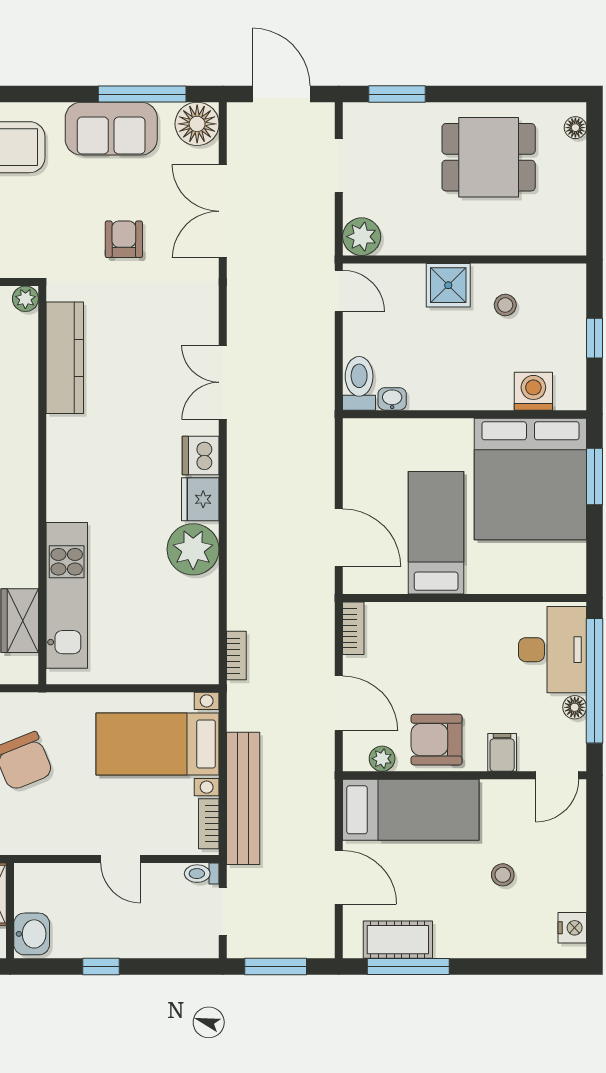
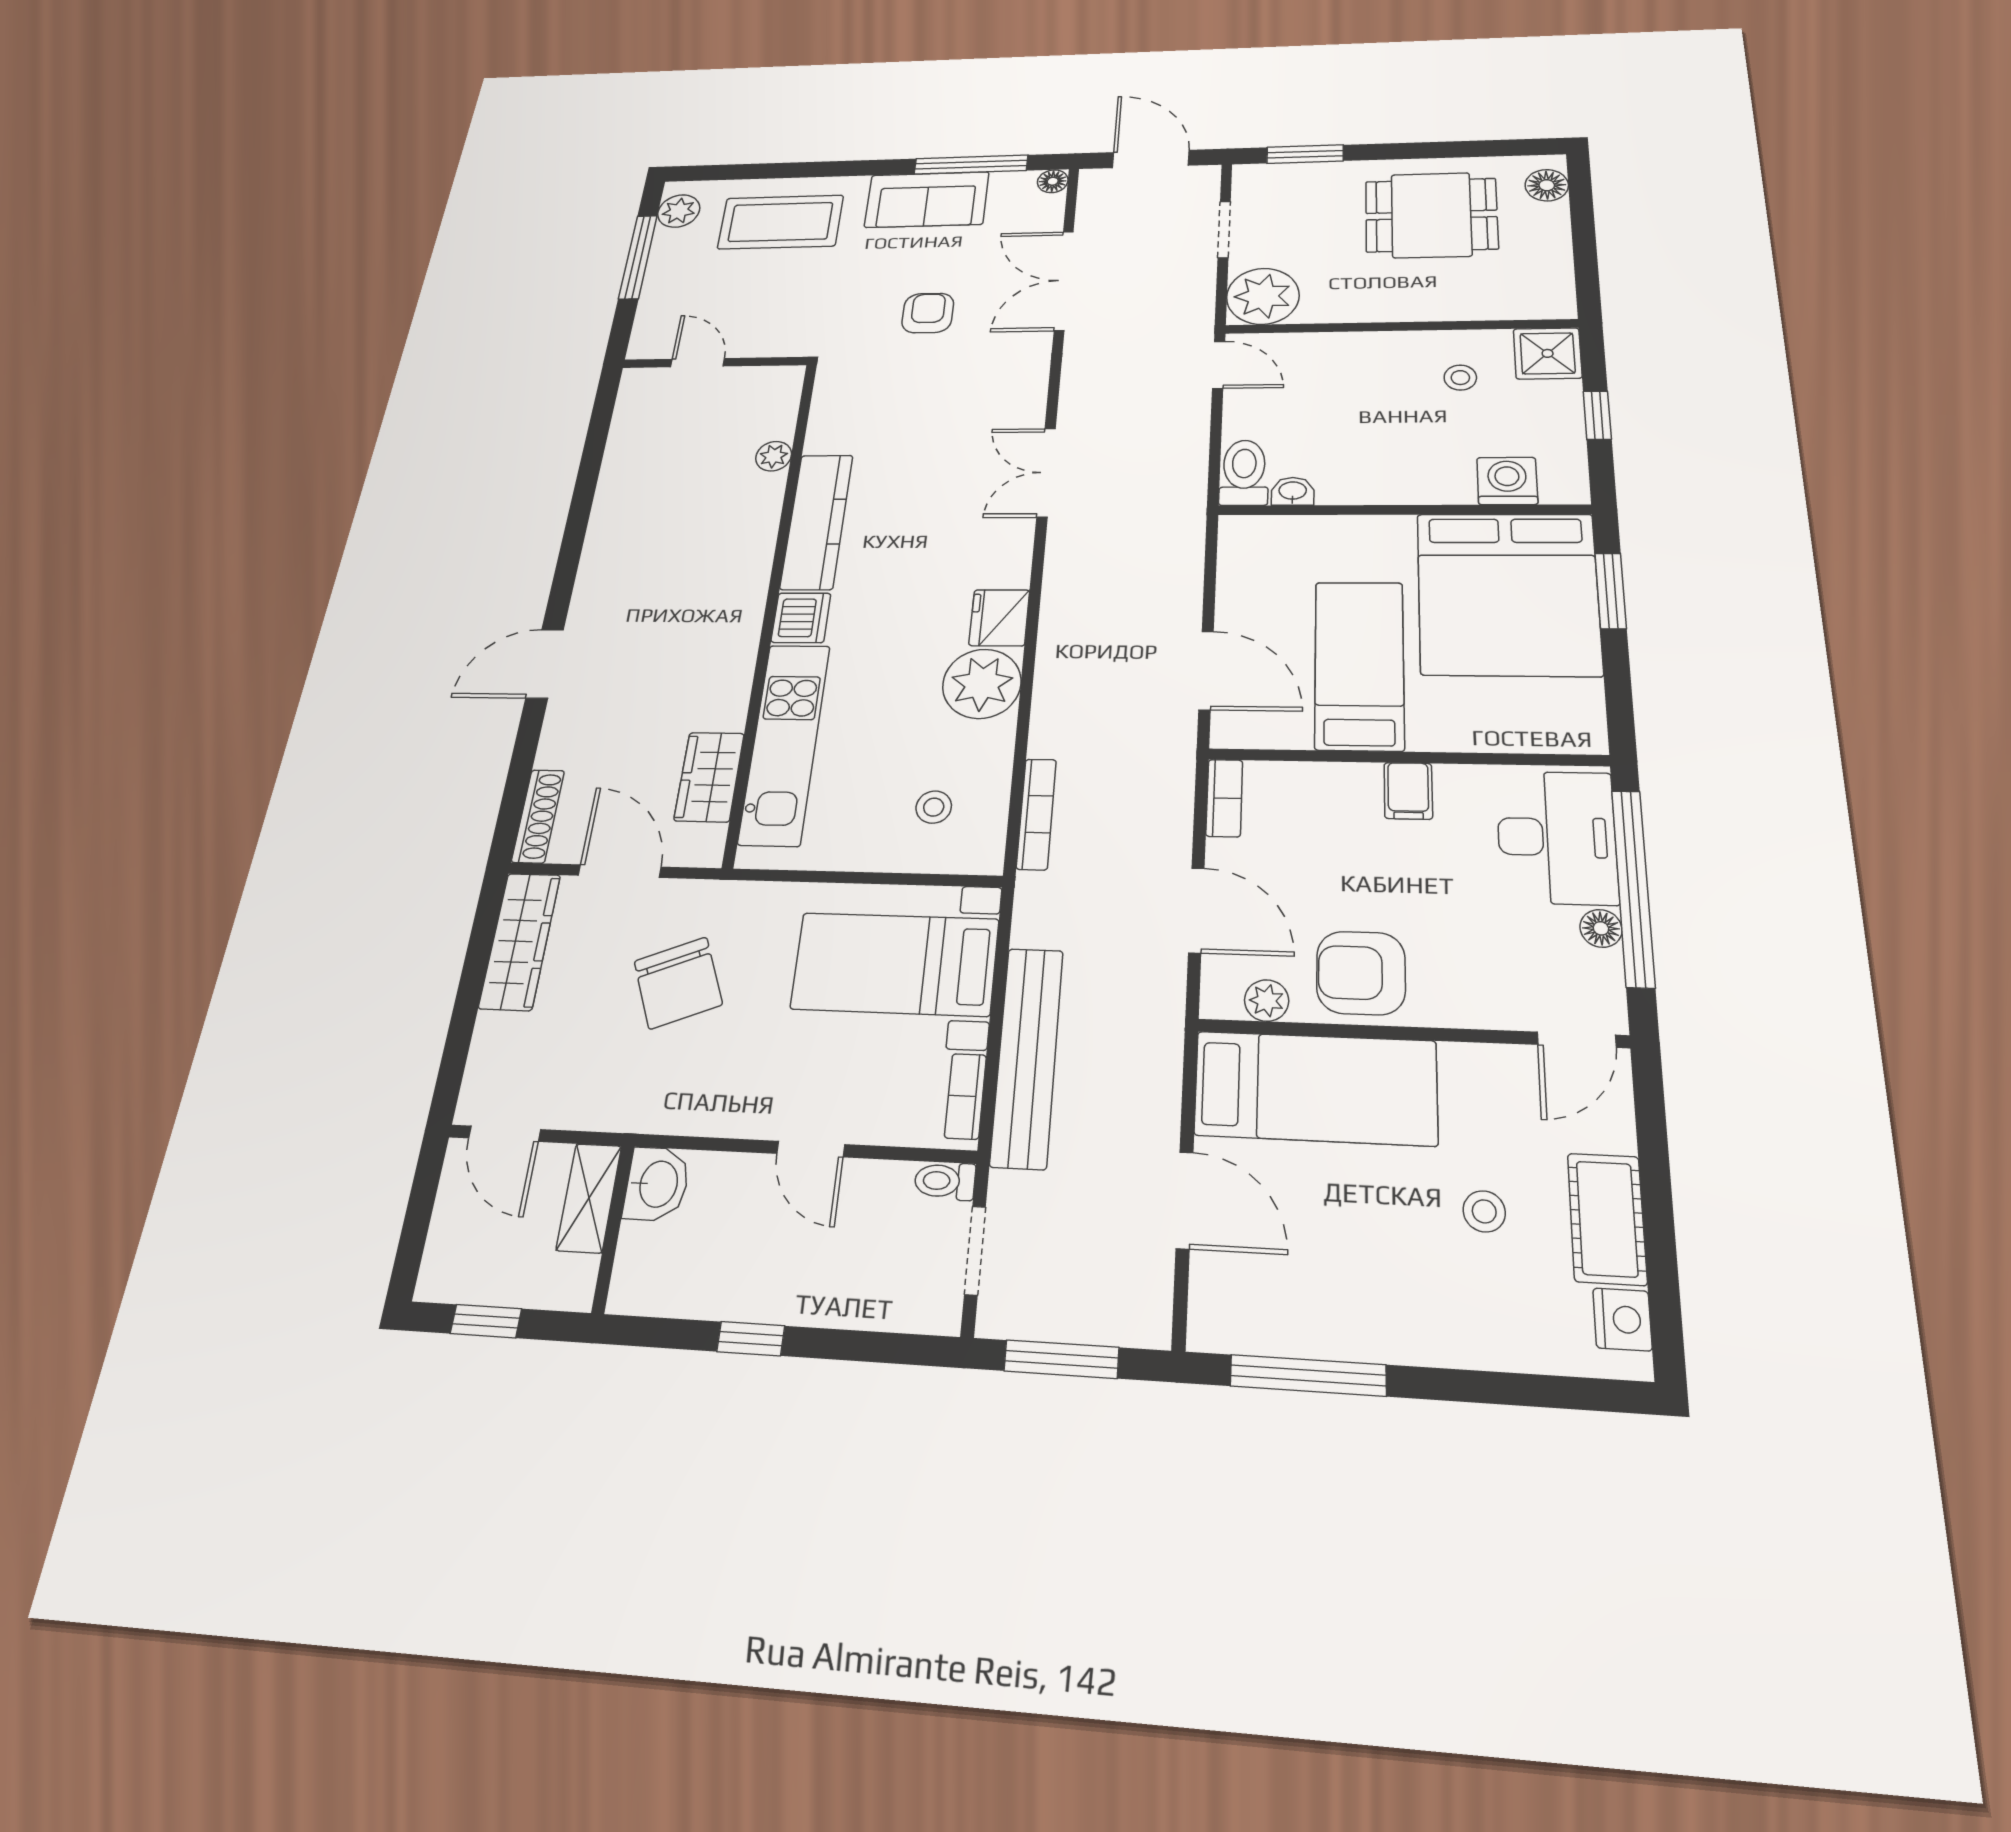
floor lamp: (197, 124) -> (1053, 181), width x0.53, depth x0.53
floor lamp: (575, 128) -> (1547, 185), width x1.37, depth x1.37
plant: (362, 237) -> (1263, 296), width x1.36, depth x1.36
shower: (448, 285) -> (1548, 353), moved
plant: (25, 299) -> (774, 456), moved
kitchen counter: (65, 358) -> (817, 521), moved
dishwasher: (201, 456) -> (801, 618), moved, turned 180
stool: (170, 639) -> (934, 807), added
bookcase: (236, 656) -> (1036, 814), width x1.56
filing cabinet: (502, 752) -> (1408, 791), moved, turned 180
washbasin: (32, 934) -> (657, 1184), moved
cot: (398, 940) -> (1607, 1219), moved, turned 90

